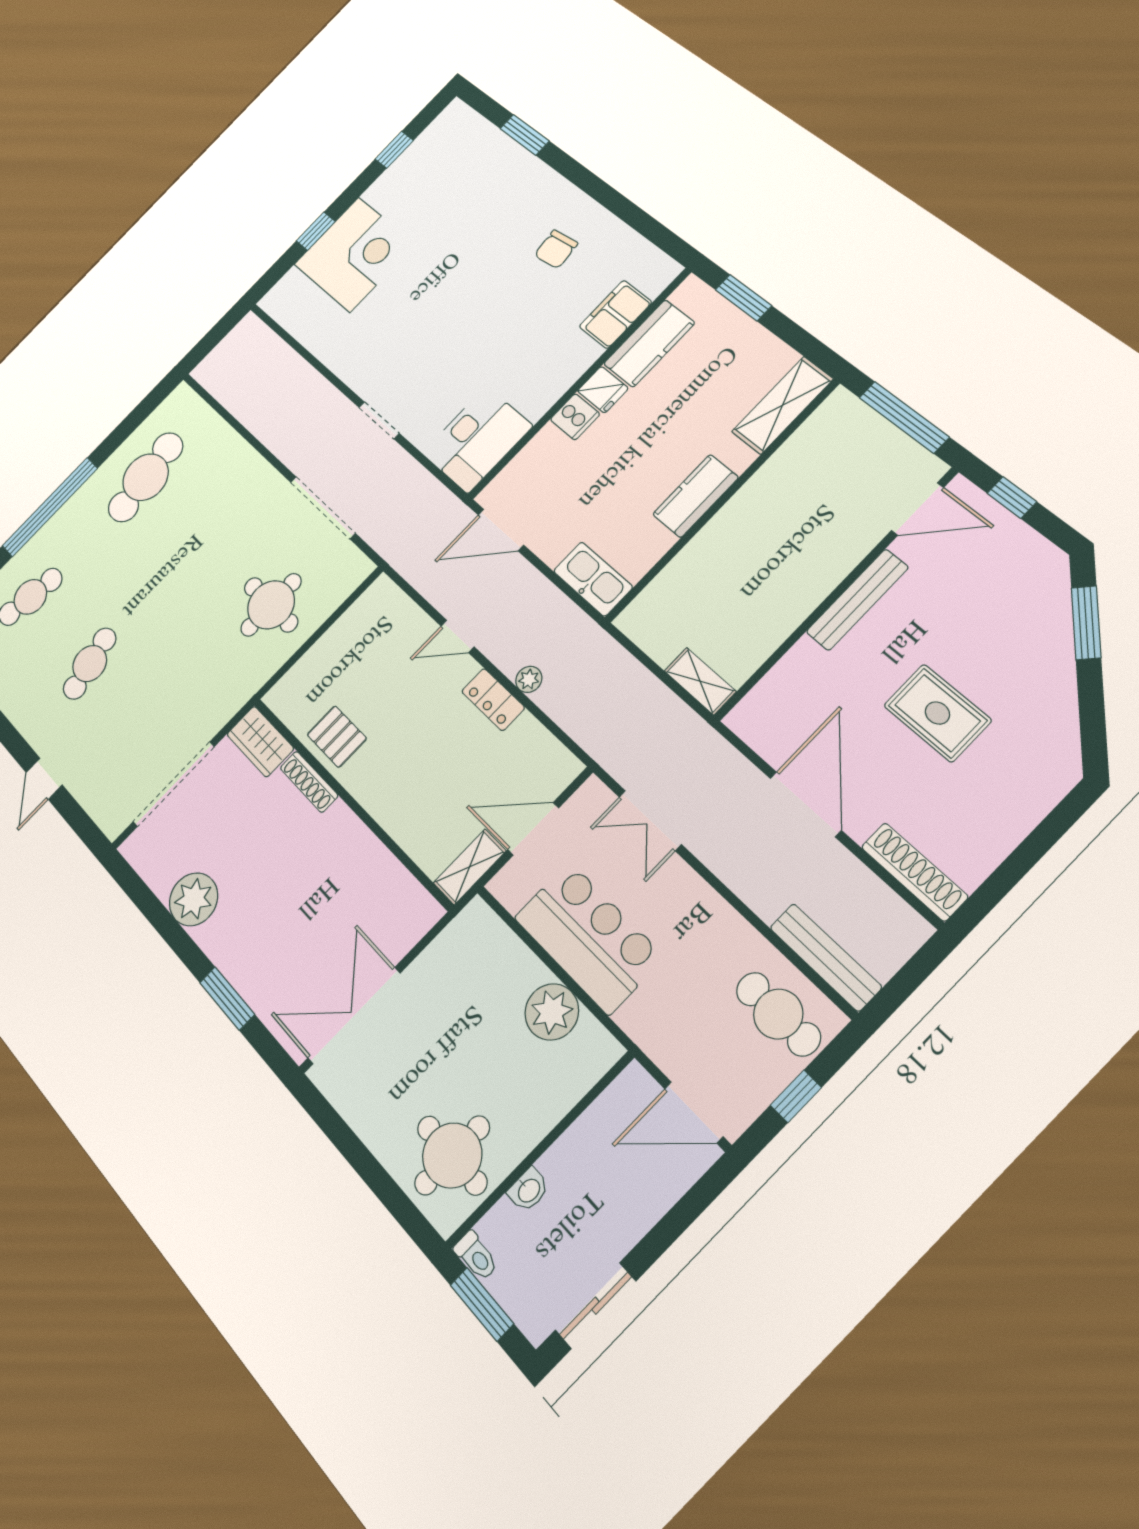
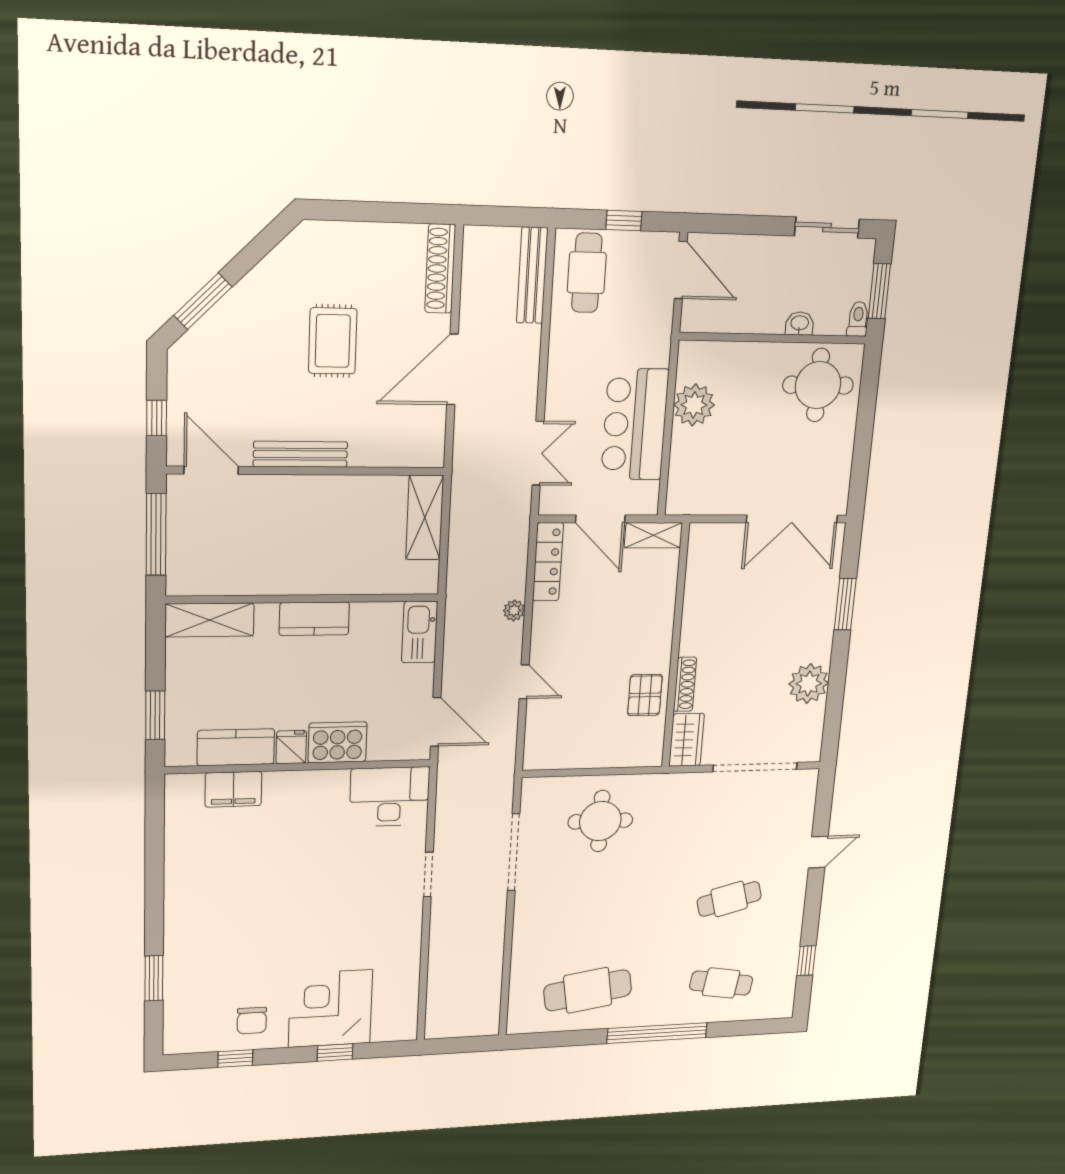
chair: (556, 249) -> (252, 1021), moved, turned 97
cooker: (575, 417) -> (337, 742), width x1.87, depth x1.31
shelving: (700, 681) -> (425, 518), width x1.50, depth x1.33
locker: (493, 700) -> (548, 562), moved, width x1.53

